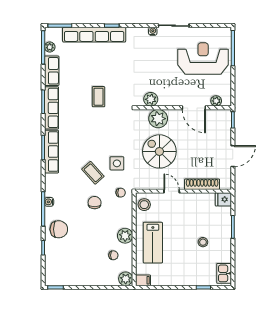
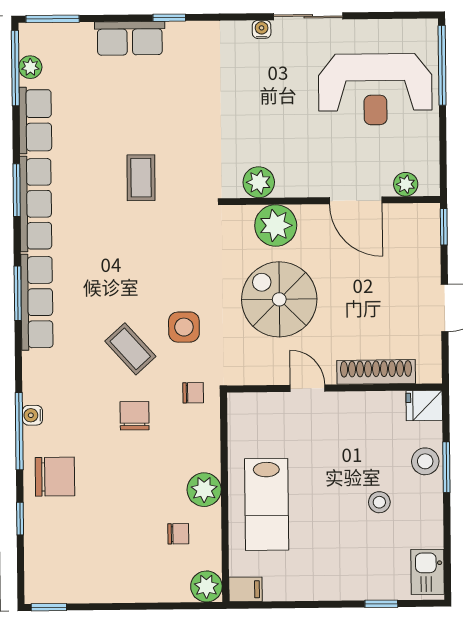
row of seats: (94, 35) -> (130, 38), width x0.50
reception desk: (203, 59) -> (375, 89), turned 180
stool: (144, 205) -> (425, 461), moved

